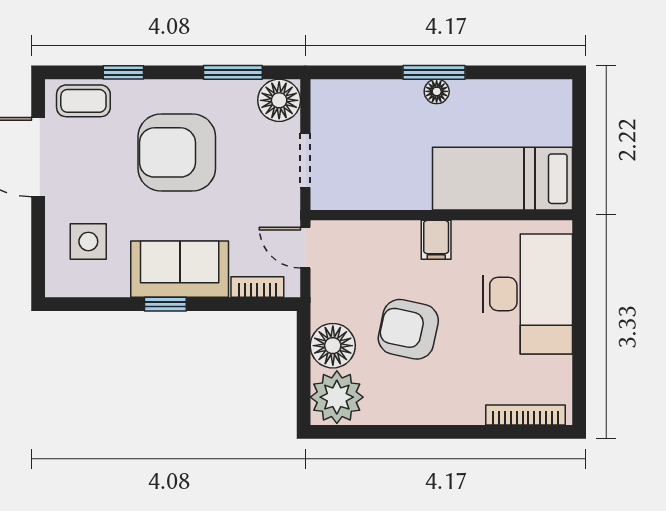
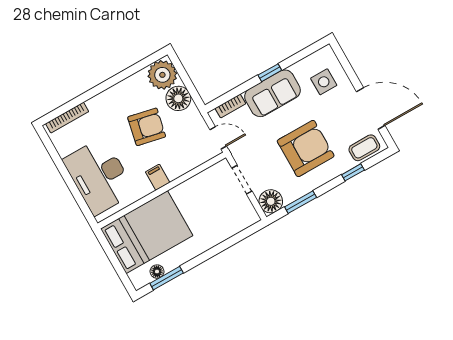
window: (434, 72) -> (167, 278), moved
floor lamp: (437, 91) -> (157, 272), moved
bed: (503, 179) -> (147, 232), width x1.50

